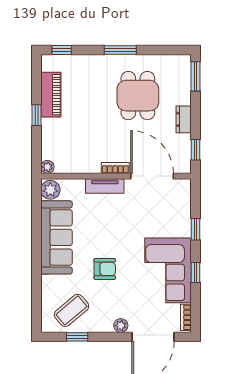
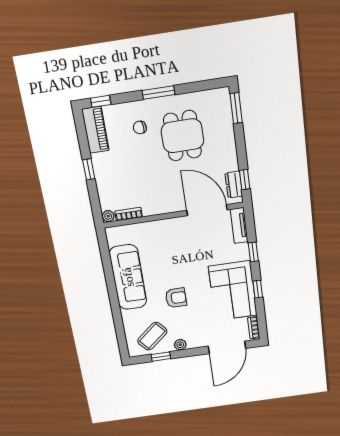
chair: (96, 81) -> (140, 128), added
piano: (51, 95) -> (95, 130), moved
dresser: (184, 119) -> (234, 185), moved
bookcase: (115, 168) -> (129, 214), moved
tv unit: (105, 186) -> (239, 226), moved, turned 90
plant: (50, 190) -> (115, 236), removed
plant: (121, 326) -> (180, 345), moved

